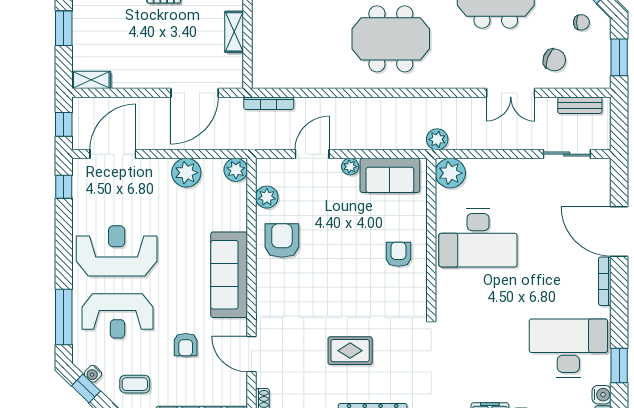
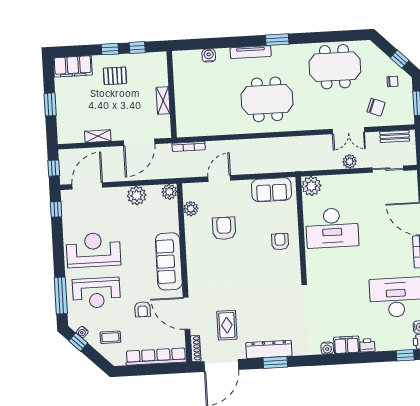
shelving: (91, 80) -> (98, 136), moved
plant: (437, 139) -> (350, 161), moved
plant: (350, 167) -> (245, 185), removed
armchair: (282, 241) -> (224, 228), moved
rug: (350, 351) -> (227, 325), moved, turned 90
door: (252, 354) -> (187, 313), width x1.36

